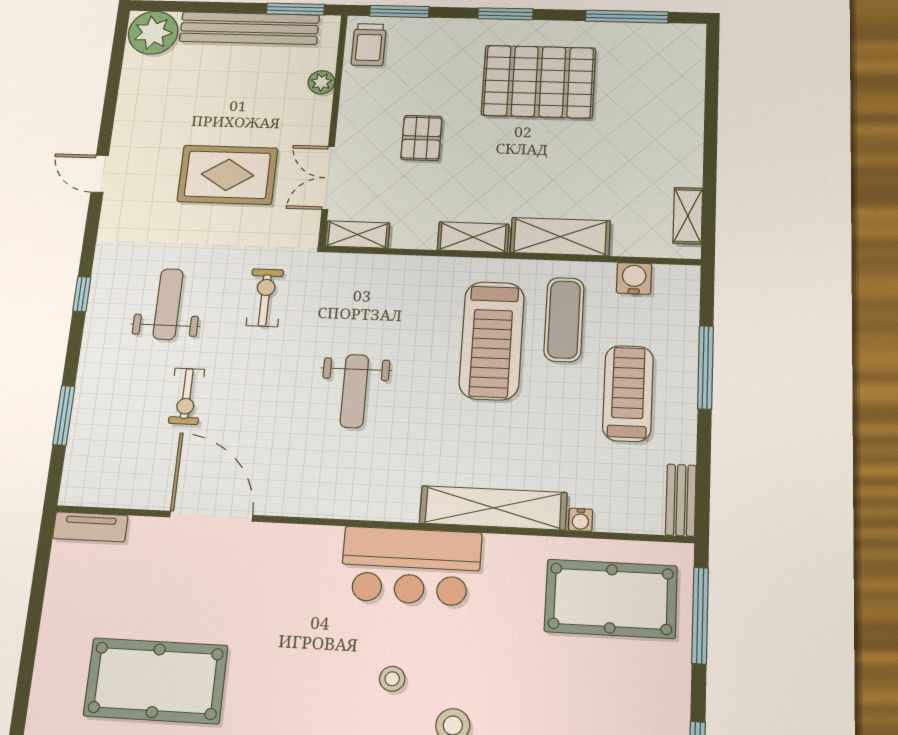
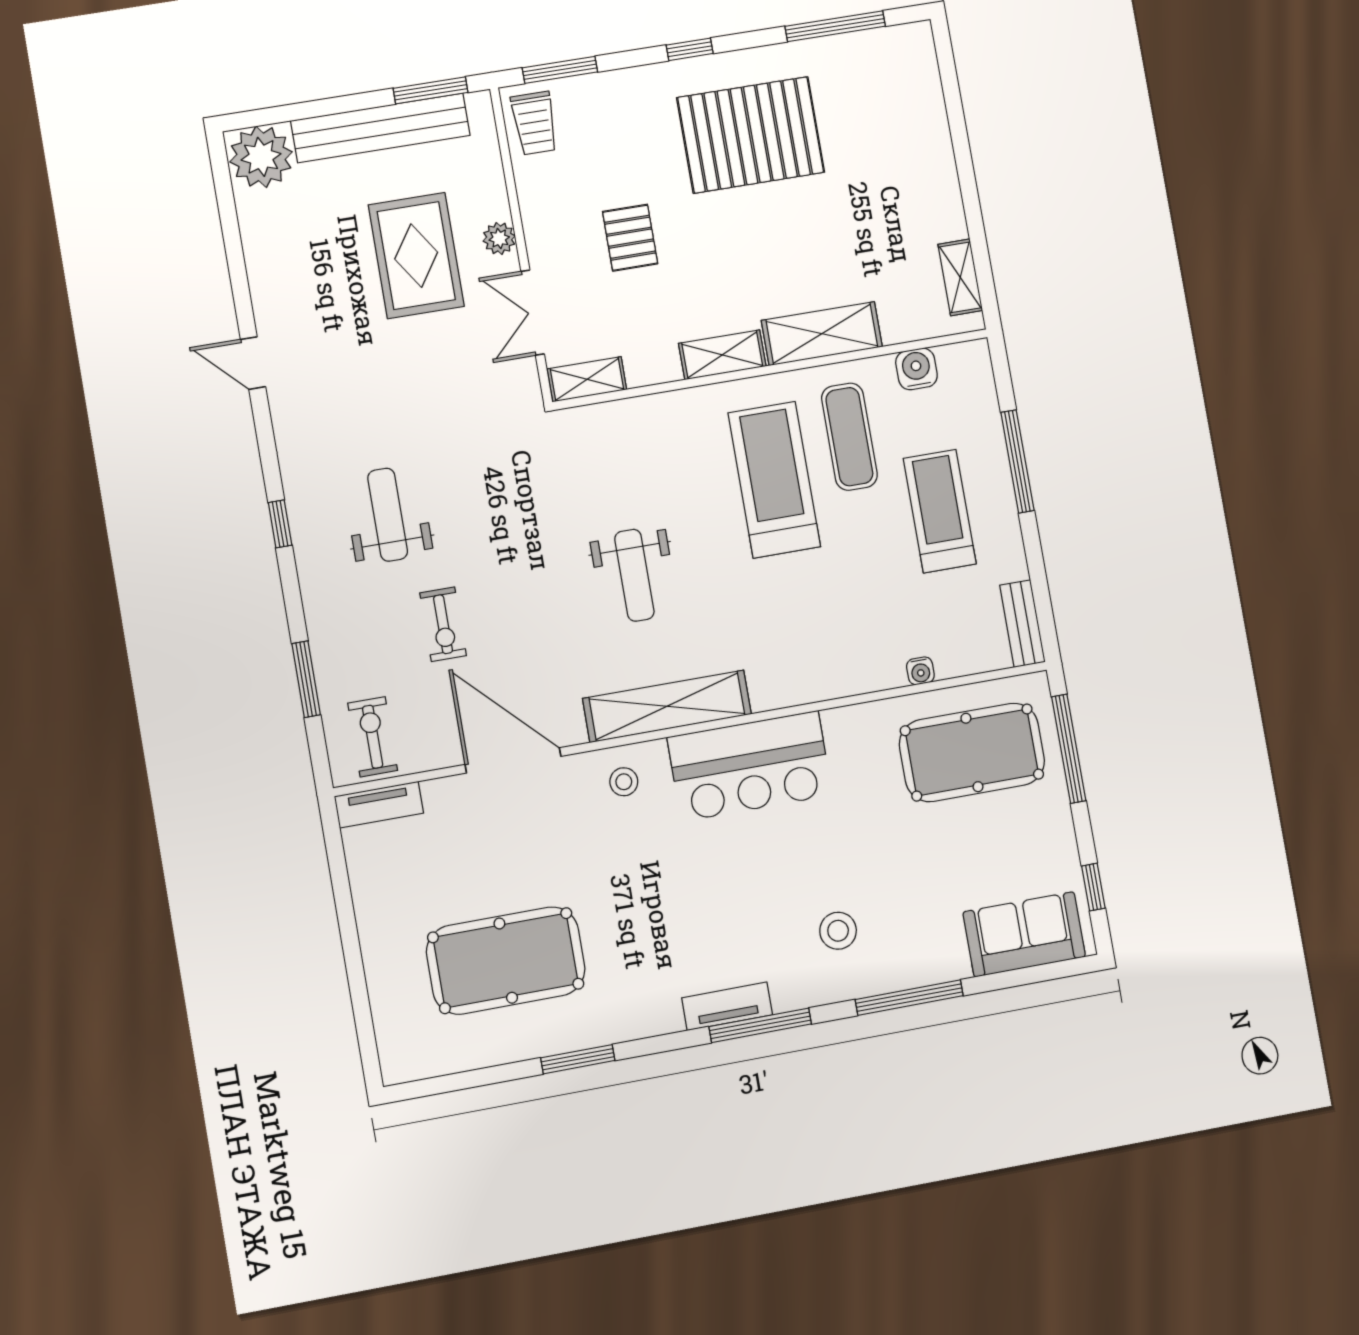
window: (505, 14) -> (690, 49), width x0.67
plant: (321, 82) -> (499, 238), moved
rug: (227, 175) -> (416, 256), moved, turned 90
exercise bike: (265, 298) -> (373, 737), moved
treadmill: (492, 340) -> (774, 480), turned 180
shelving: (493, 508) -> (667, 706), moved
stool: (392, 679) -> (624, 782), moved

